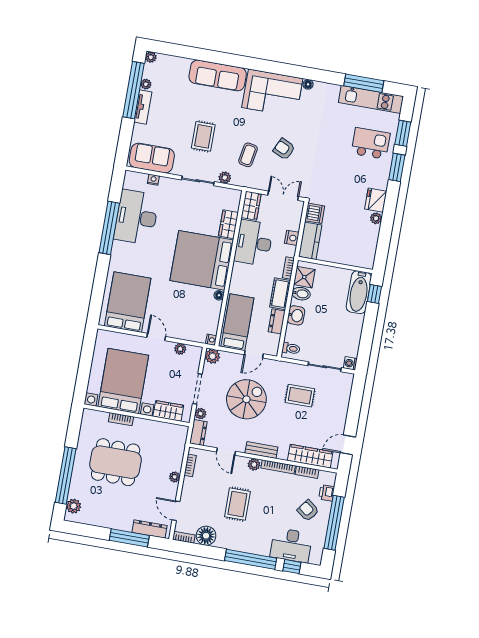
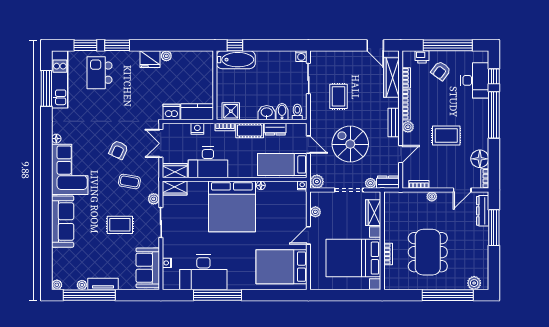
wardrobe: (228, 224) -> (175, 188), moved
bidet: (301, 294) -> (282, 112), moved

